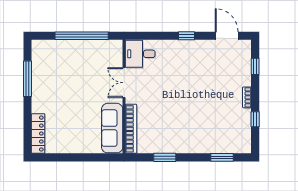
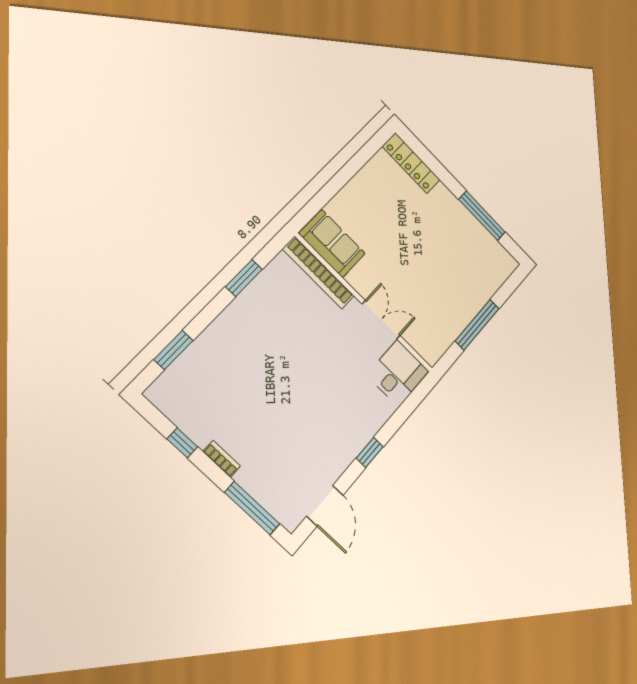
window: (82, 36) -> (477, 325), width x0.68
door: (227, 36) -> (325, 506), hinge flipped
window: (255, 66) -> (252, 508), width x2.17
sofa: (112, 128) -> (332, 244), width x0.73

